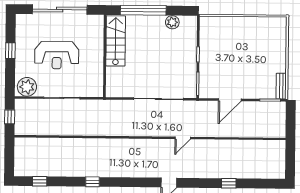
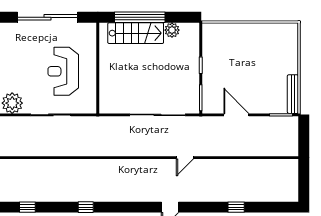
stairs: (116, 41) -> (136, 33), moved, turned 90
reception desk: (57, 55) -> (63, 71), moved, turned 90
bench: (281, 86) -> (293, 94), width x1.36
door: (230, 100) -> (236, 115), swing flipped

